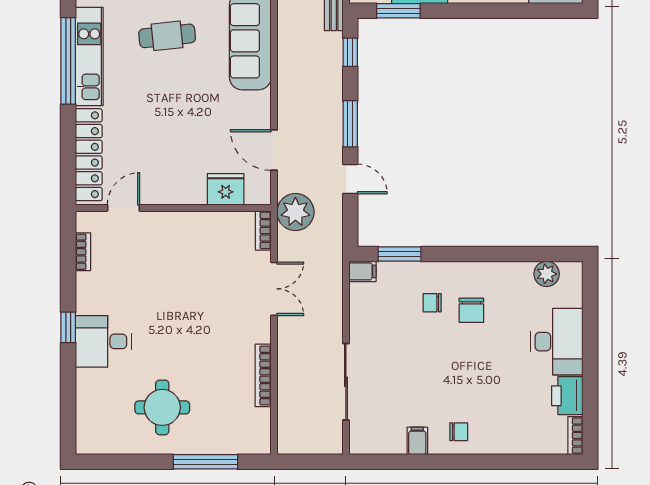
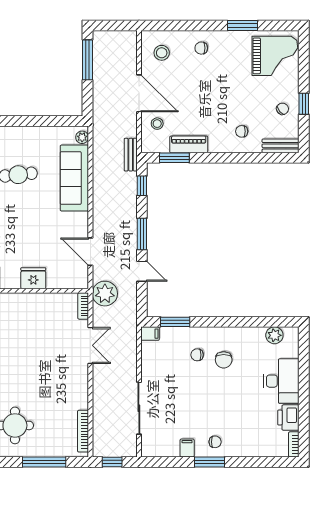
fridge: (226, 189) -> (33, 278), moved
bookcase: (263, 375) -> (83, 431), moved
window: (306, 462) -> (112, 462), added
window: (450, 462) -> (209, 462), added

